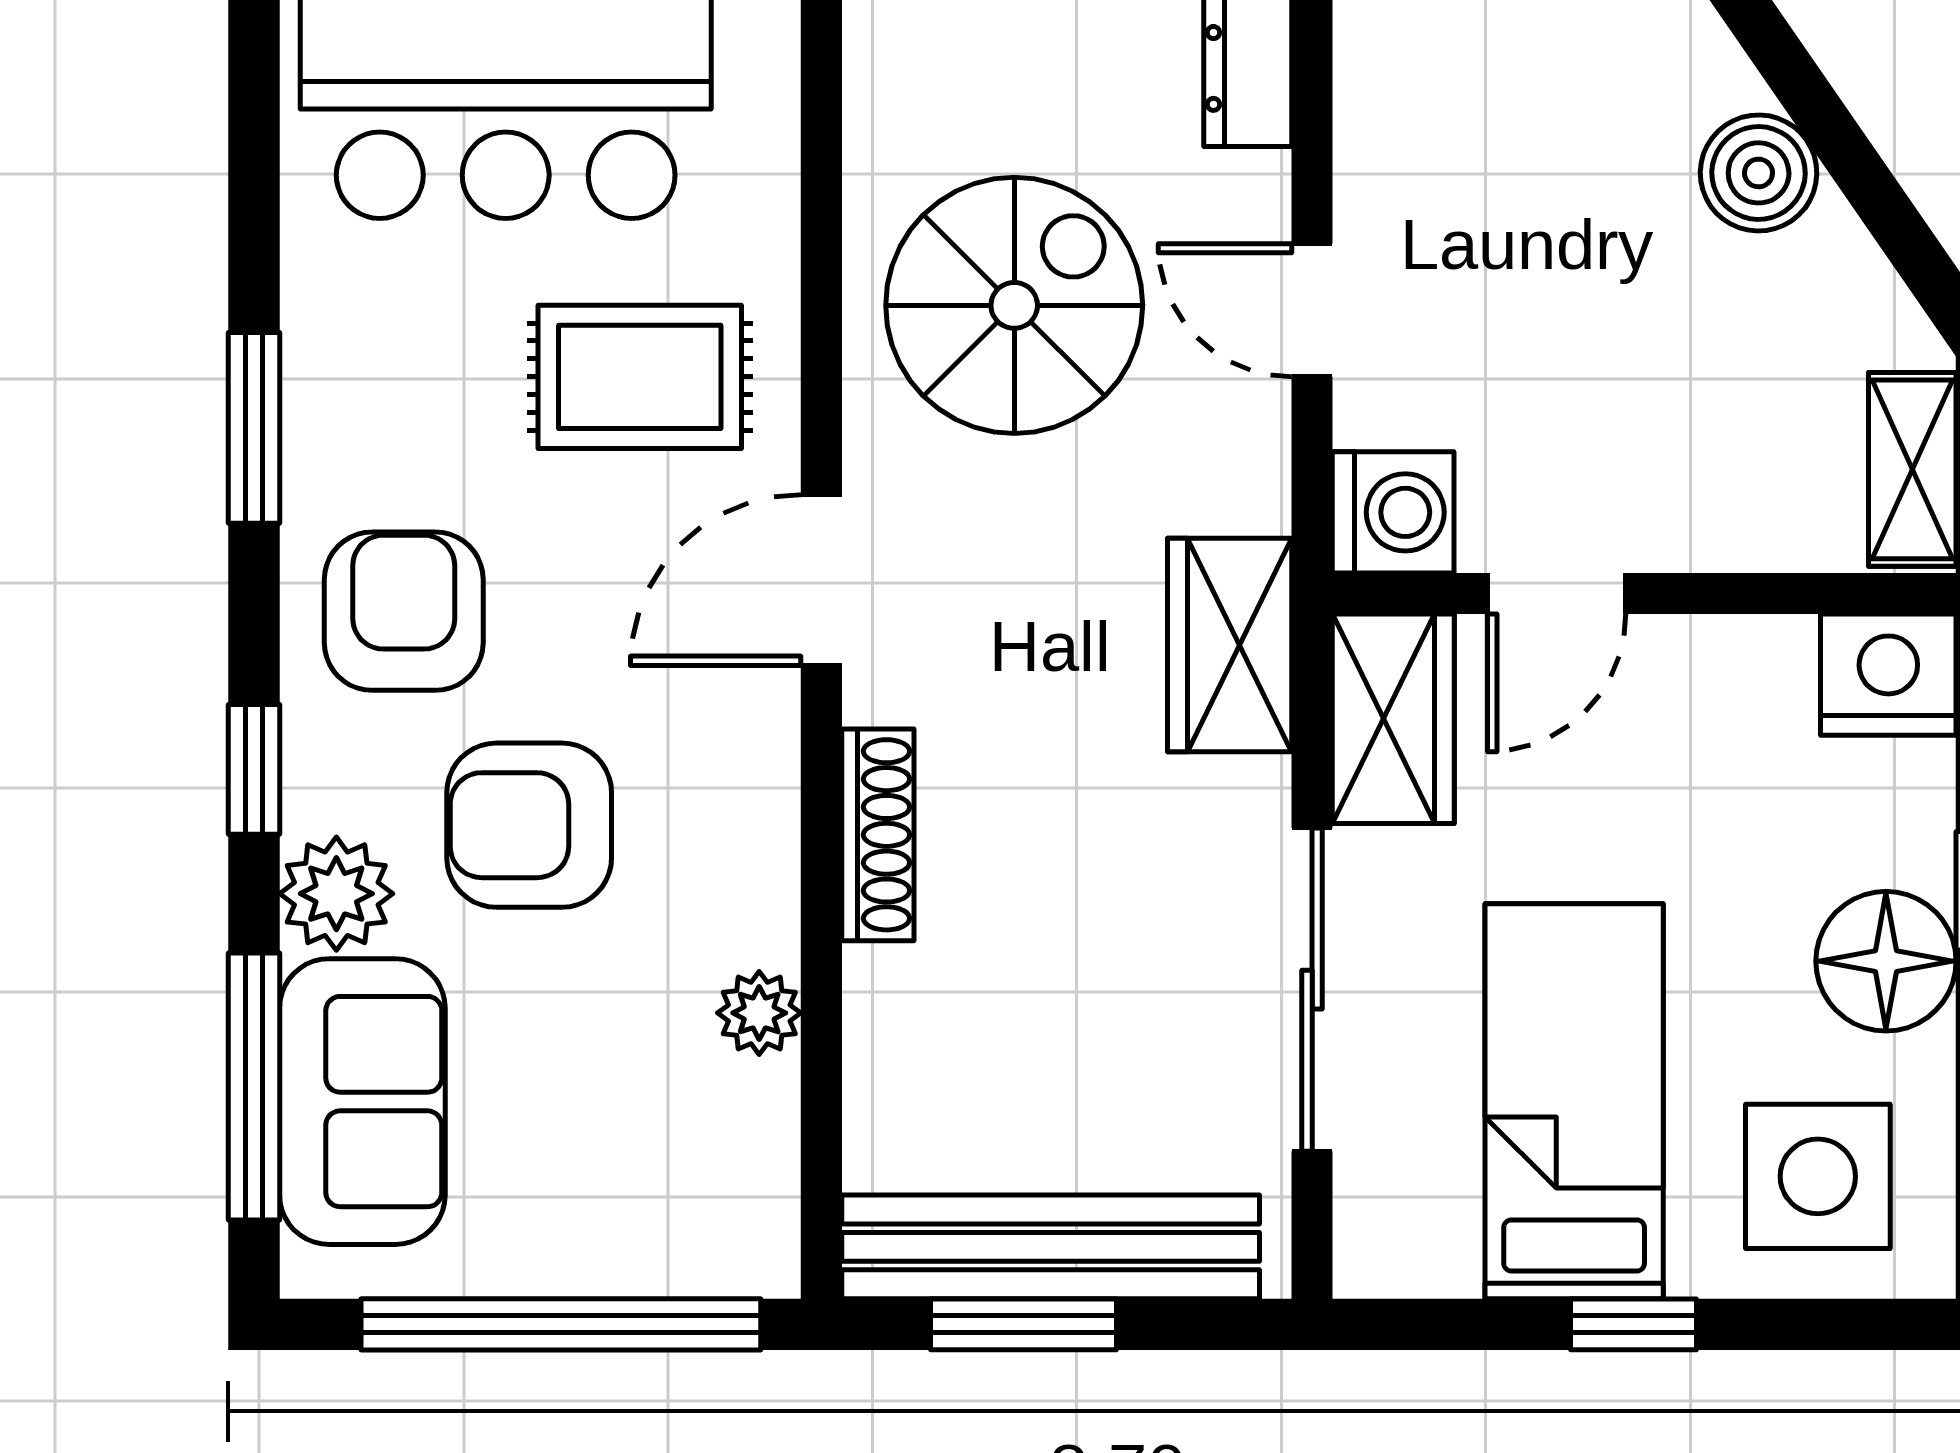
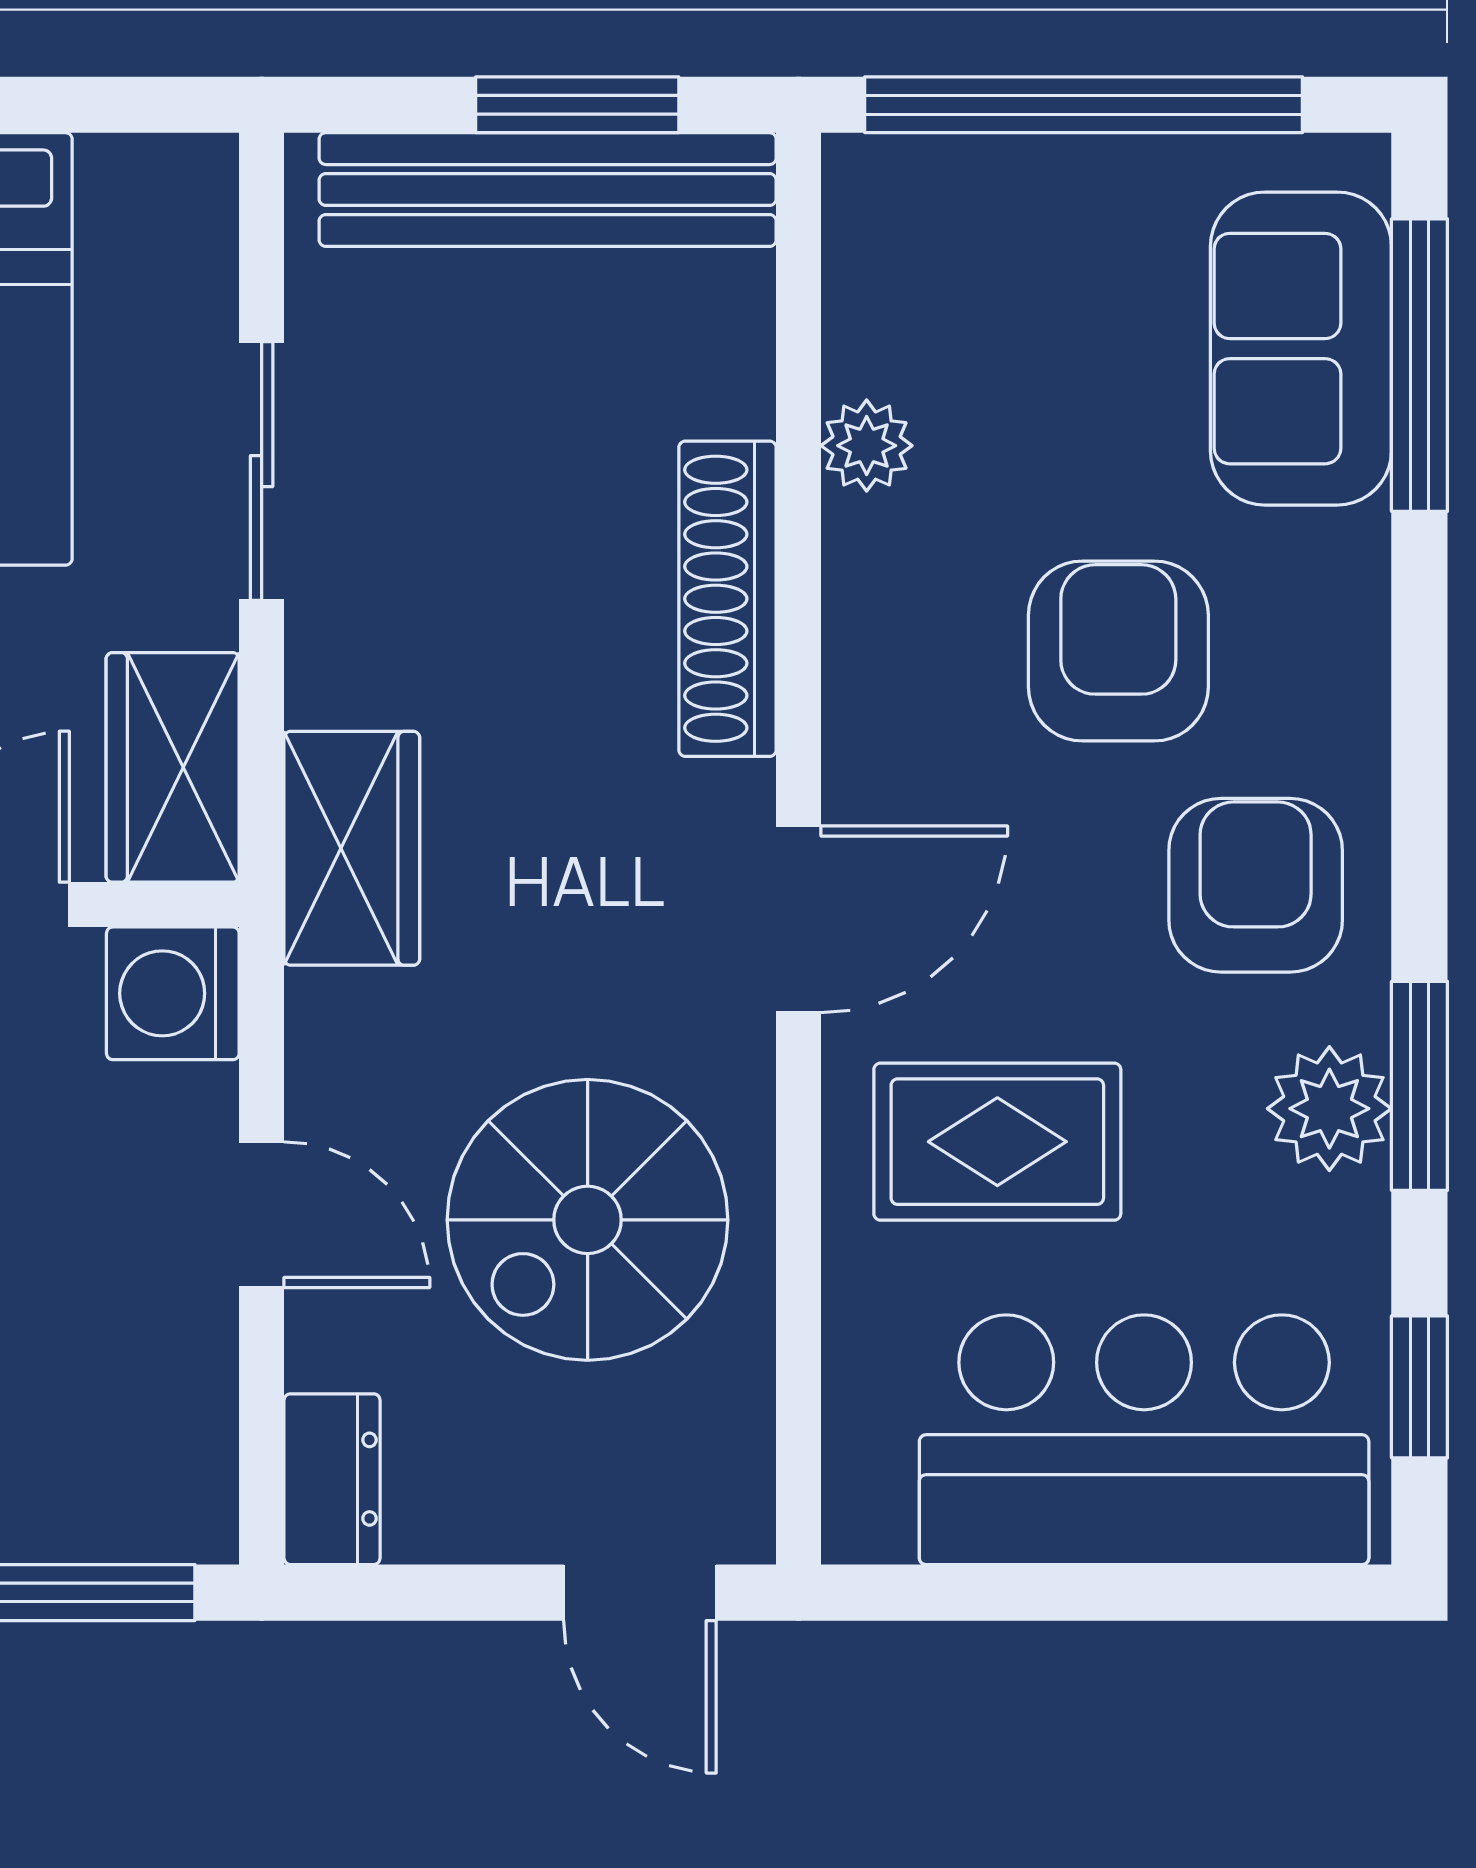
armchair: (404, 611) -> (1256, 885), turned 180
window: (254, 769) -> (1419, 1387), moved
armchair: (529, 825) -> (1118, 651), turned -90
shoe rack: (878, 835) -> (727, 599), width x1.36, depth x1.24
plant: (336, 894) -> (1329, 1109), moved
sliding door: (1312, 990) -> (262, 471), width x0.73

